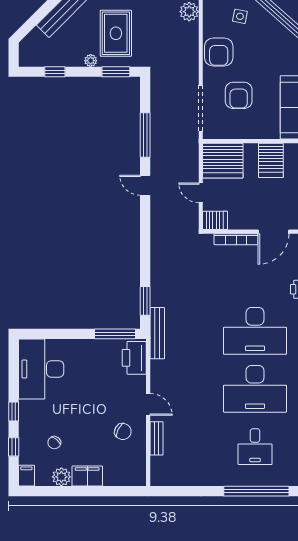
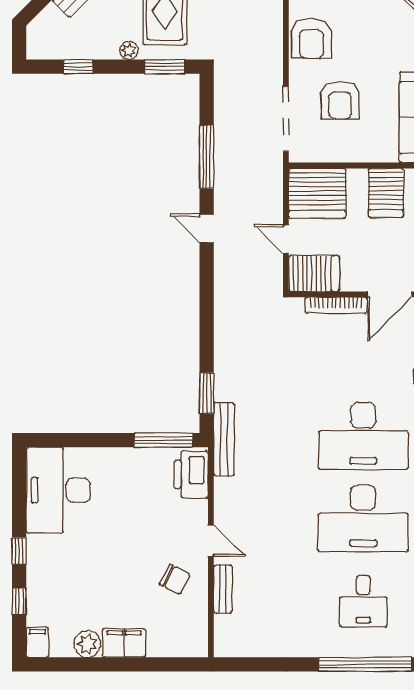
server rack: (215, 220) -> (314, 274), width x1.36, depth x1.44
chair: (54, 443) -> (77, 595), removed

